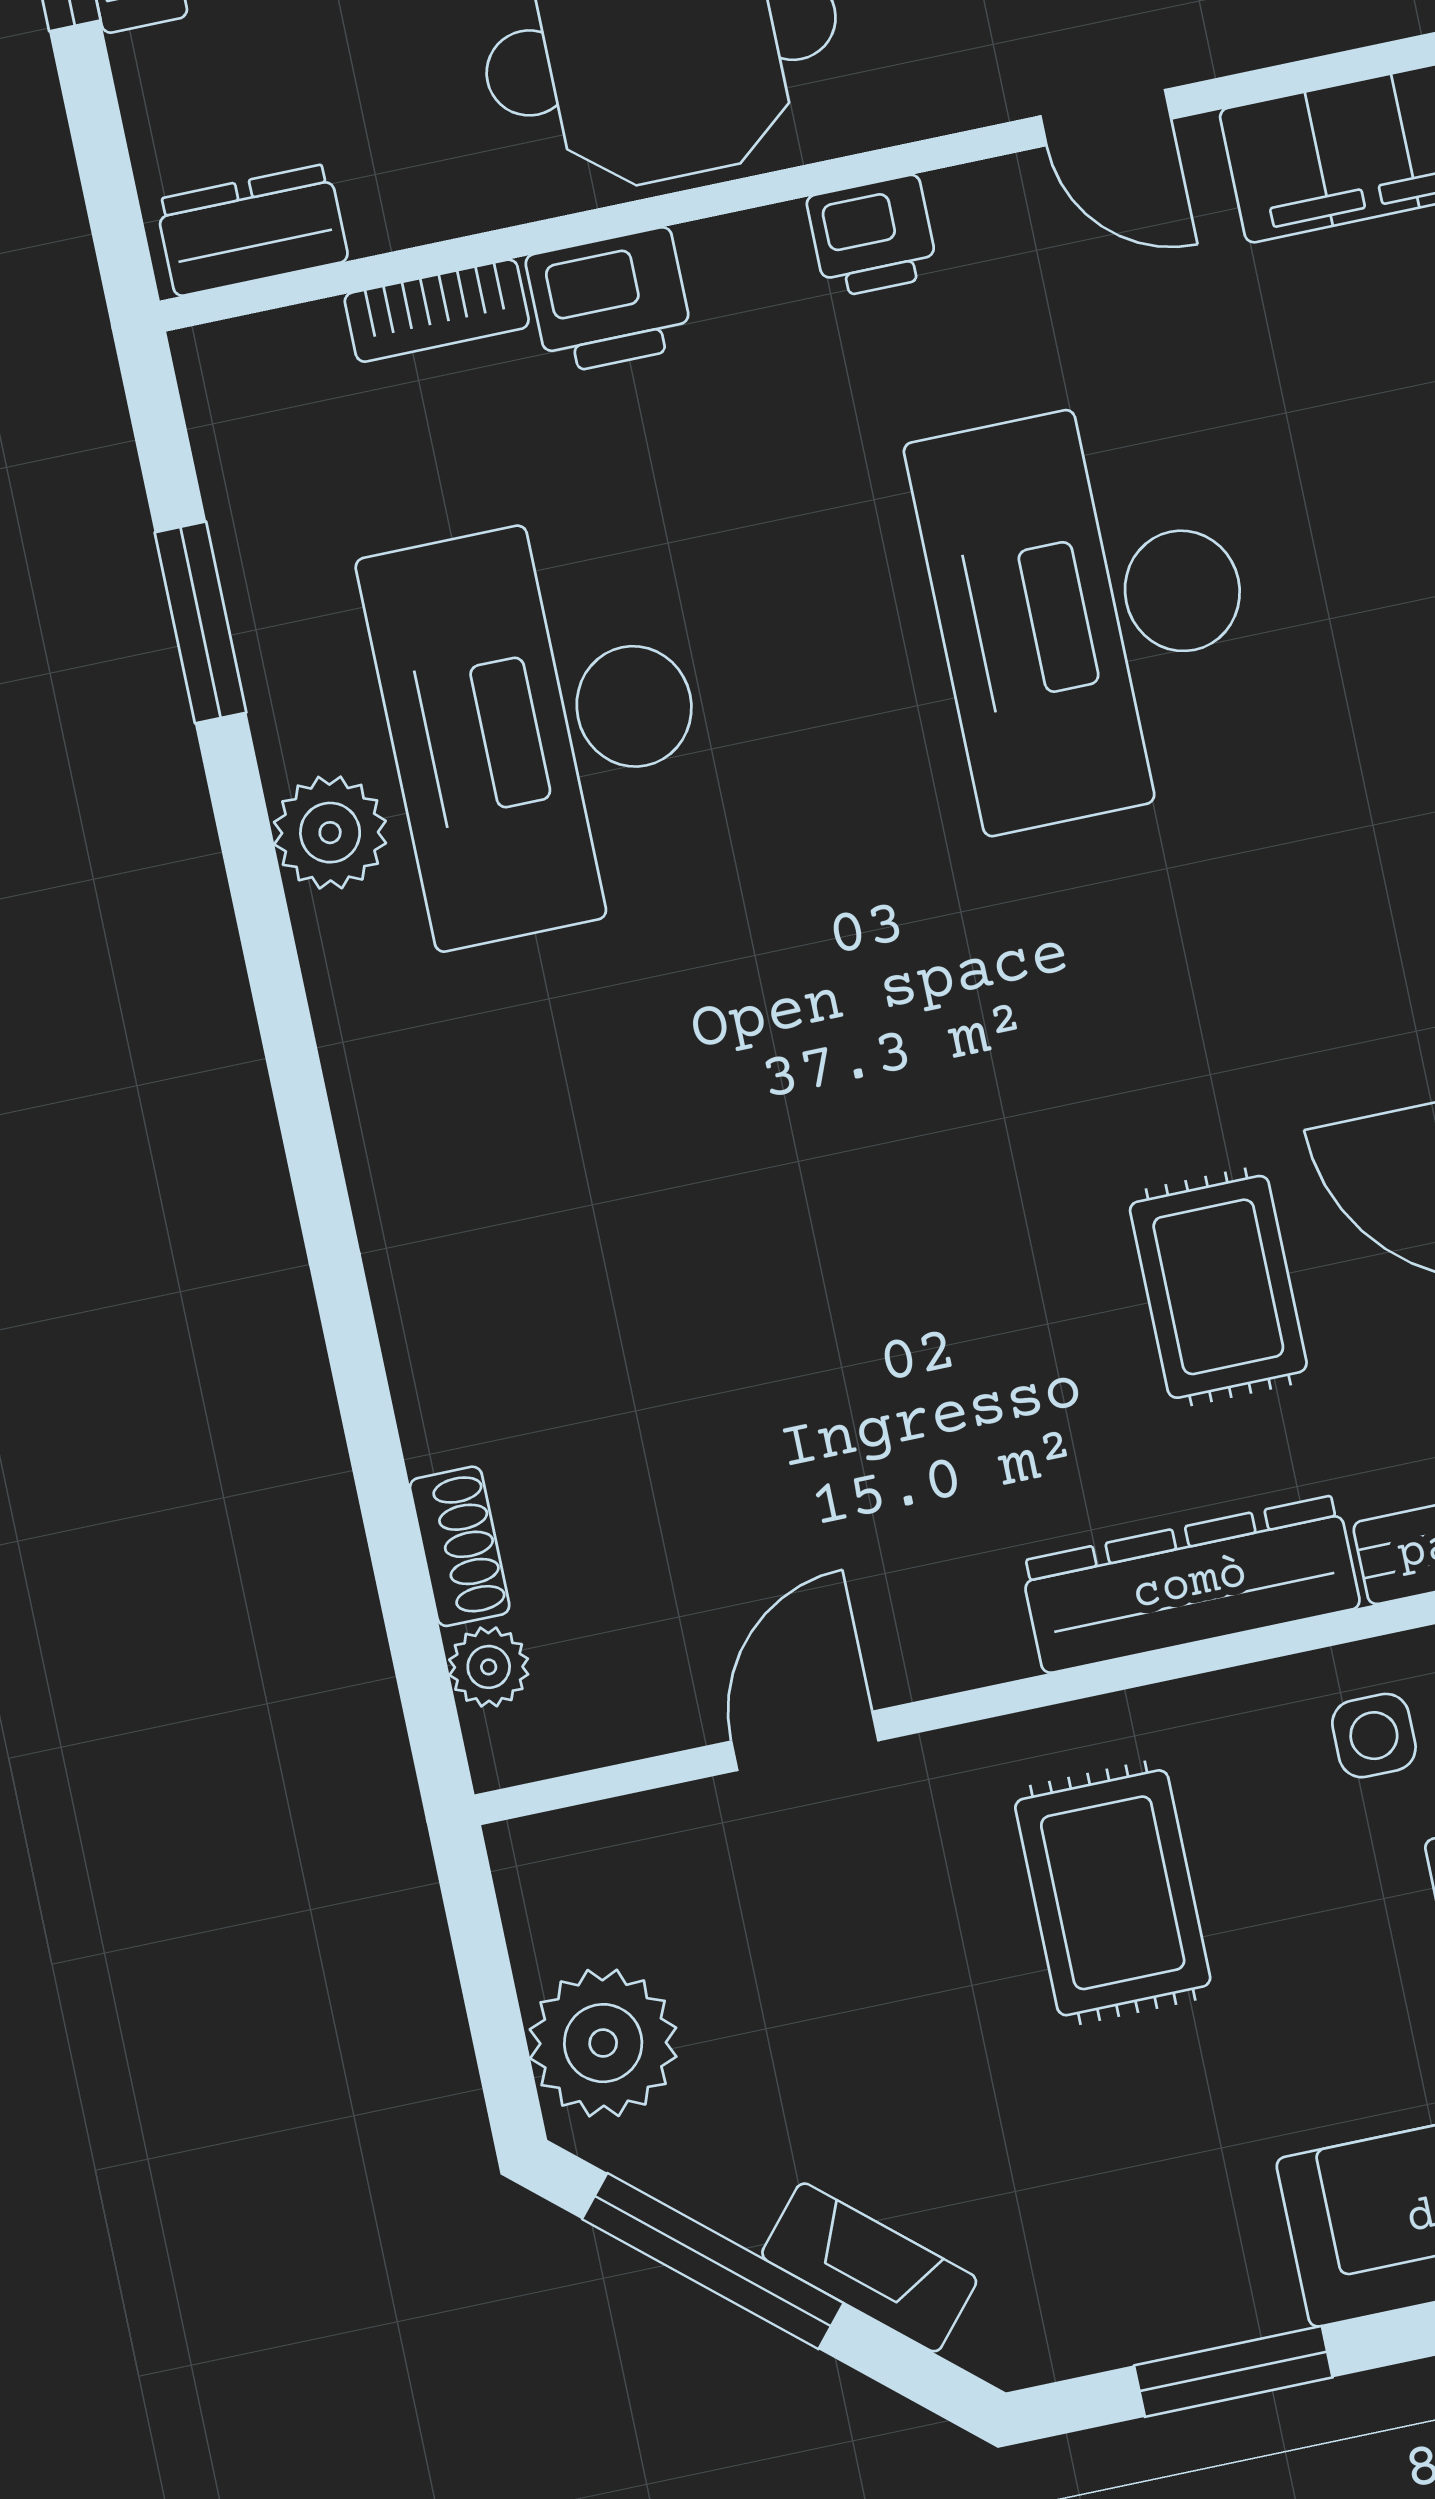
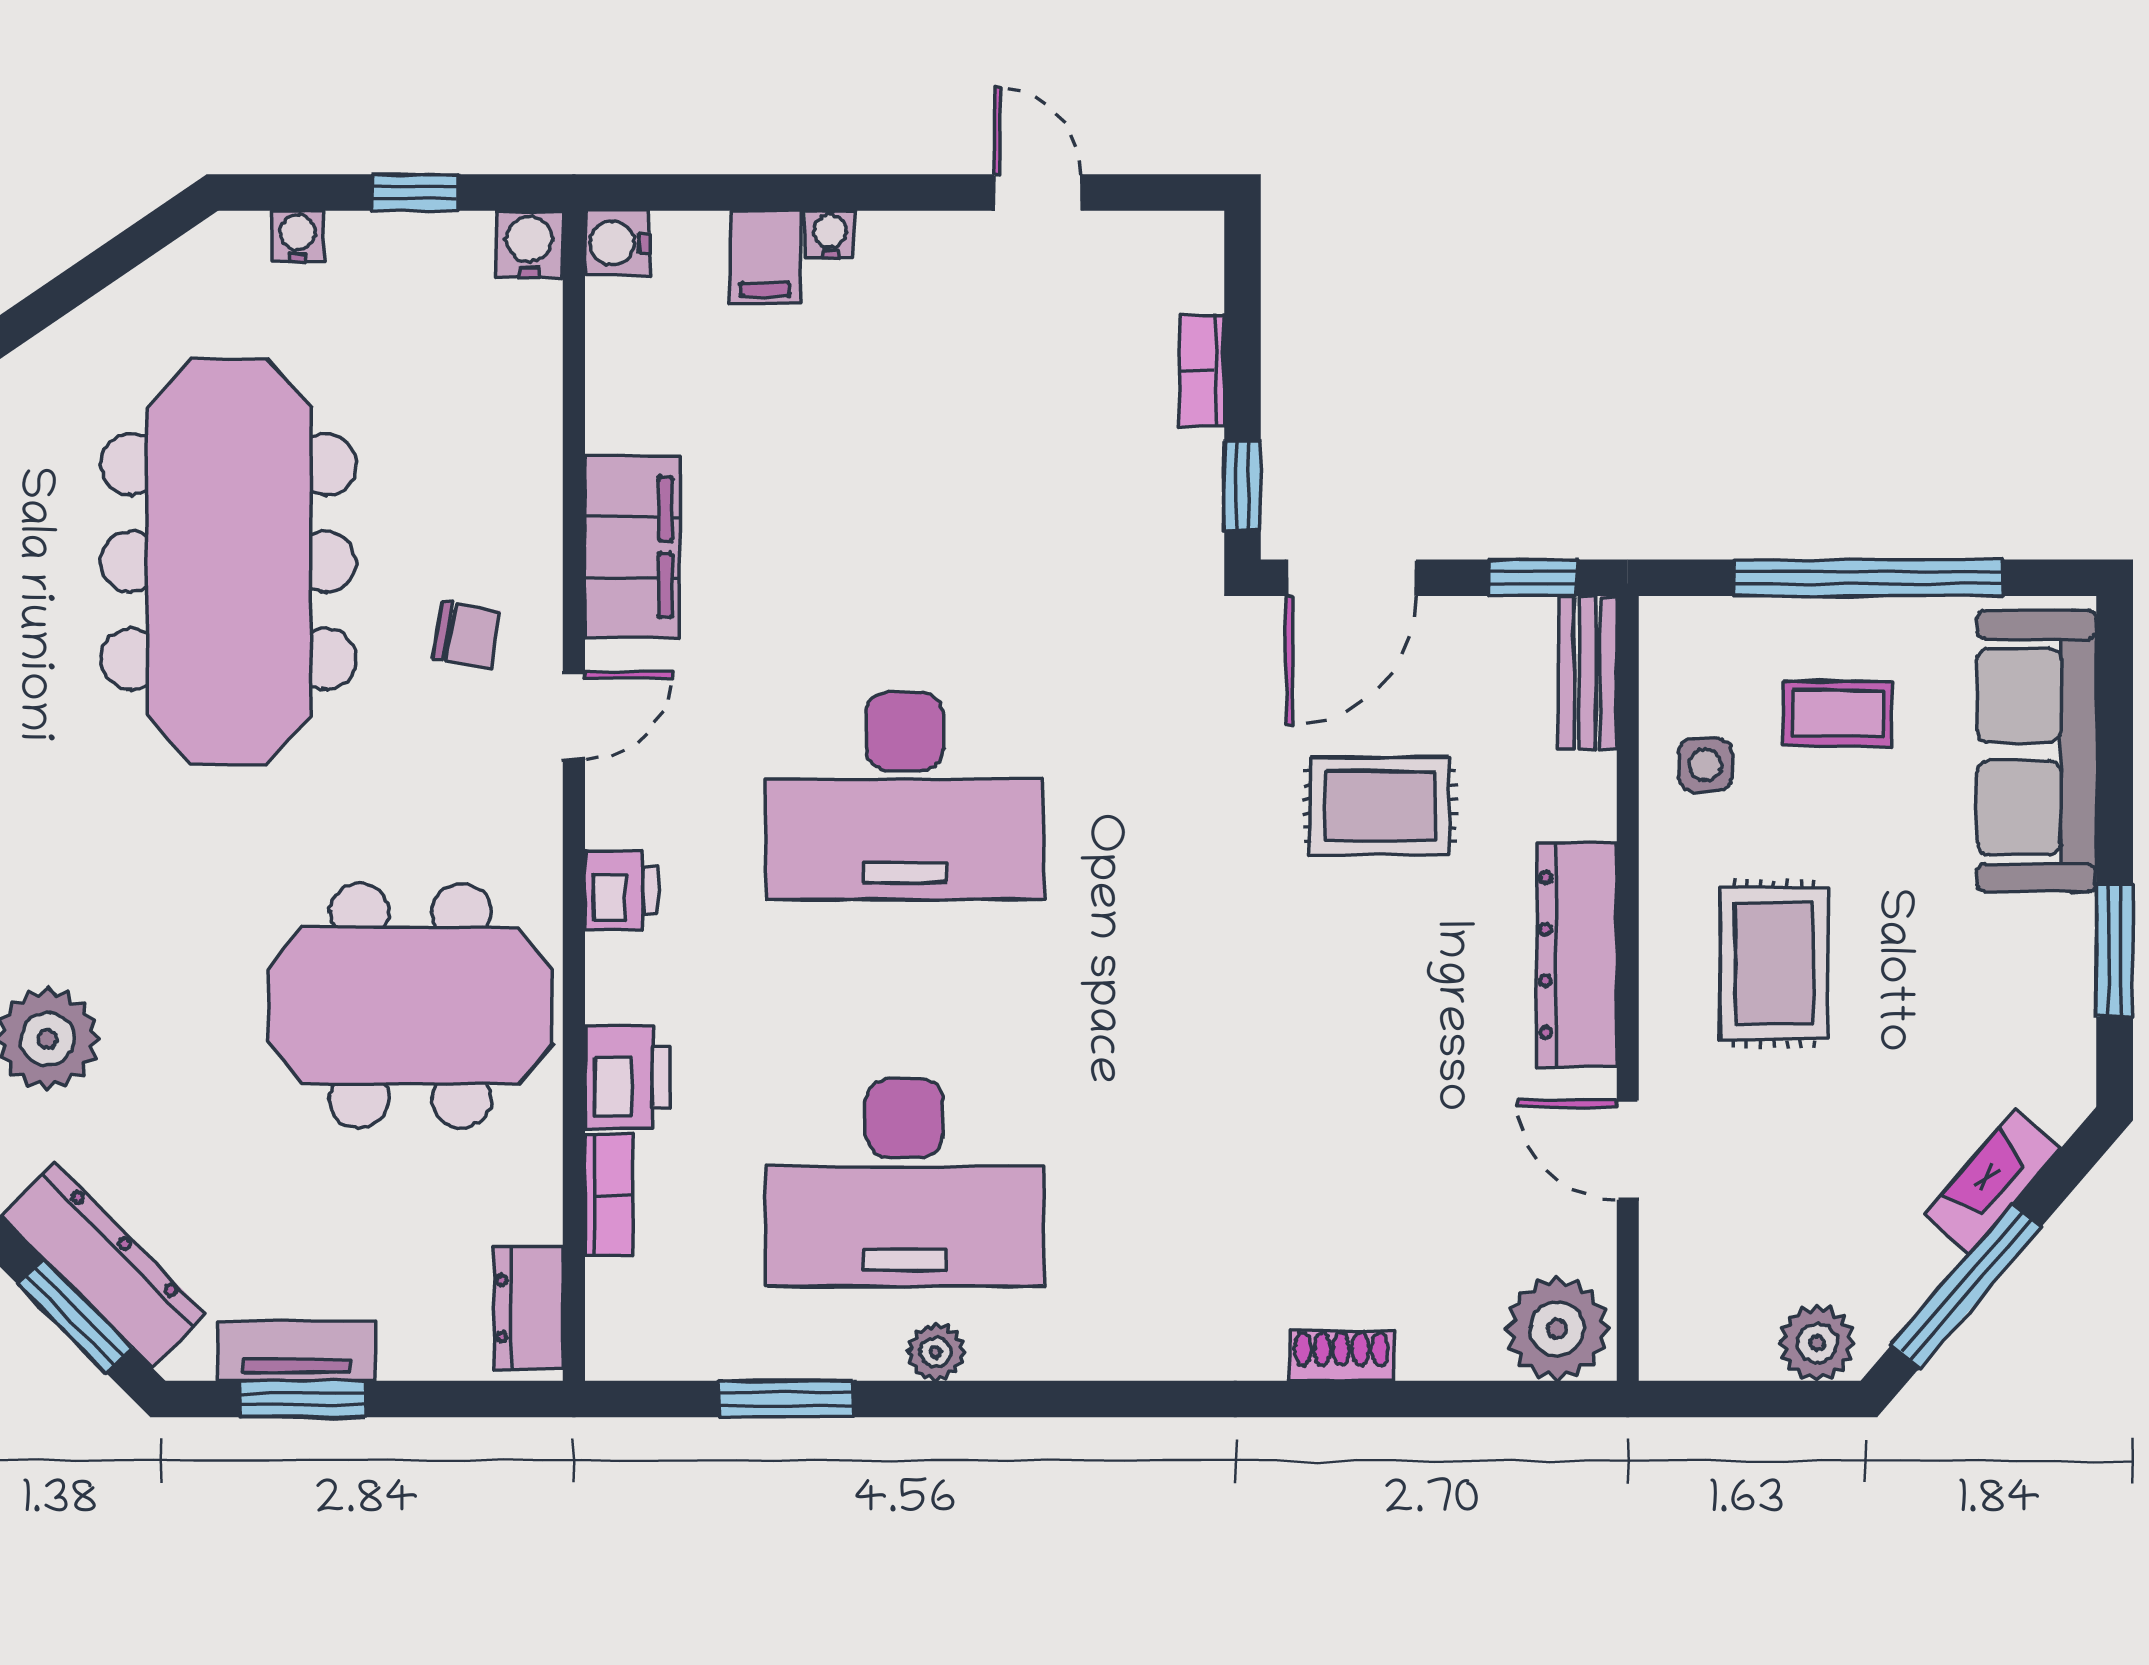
plant: (330, 833) -> (936, 1352), width x0.73, depth x0.73
shoe rack: (460, 1546) -> (1341, 1356), moved
dresser: (1190, 1584) -> (1577, 955), moved
plant: (489, 1667) -> (1557, 1329), width x1.88, depth x1.88
rug: (1113, 1893) -> (1774, 964), turned 90
plant: (603, 2043) -> (1817, 1343), width x0.73, depth x0.73

